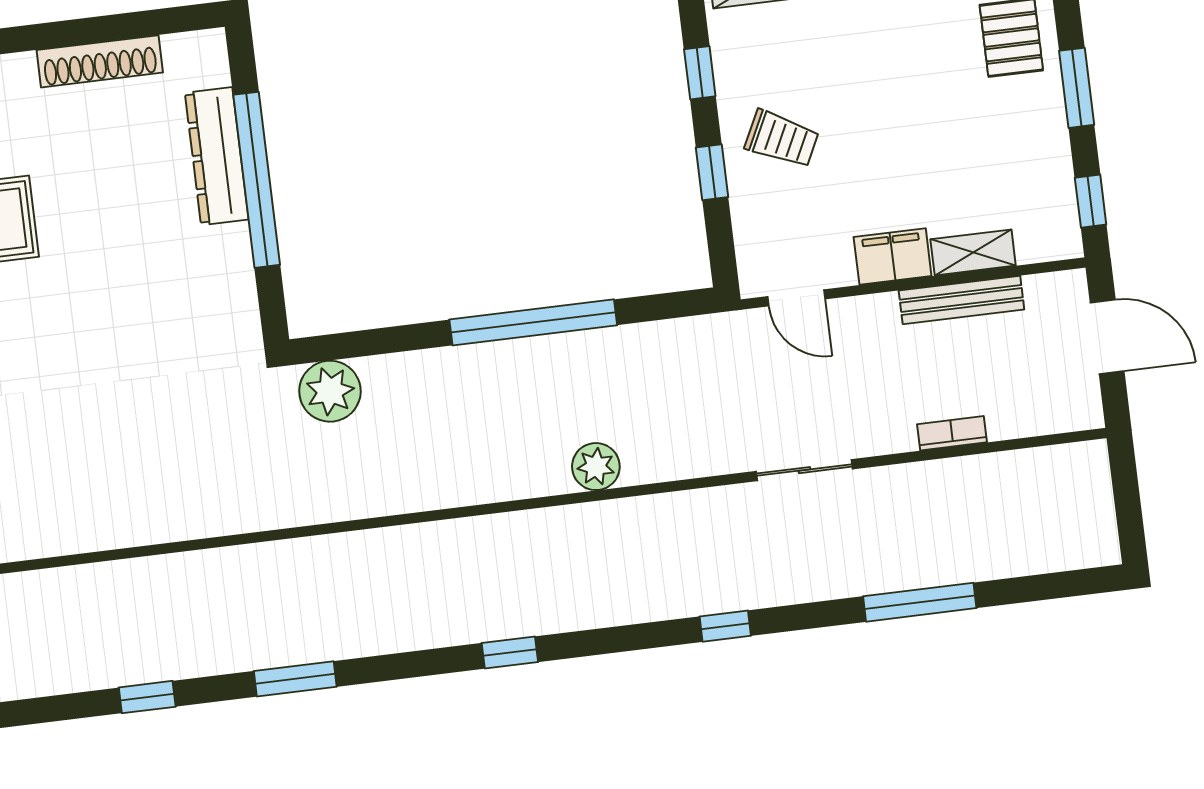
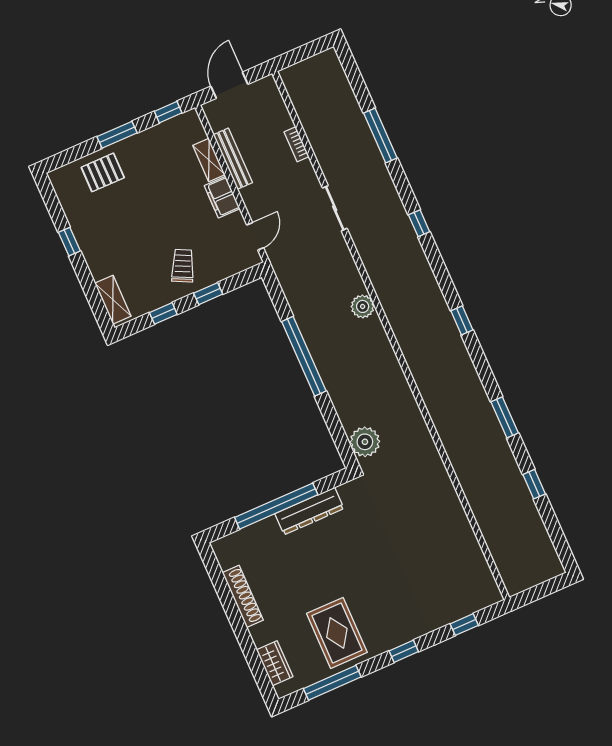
dresser: (217, 156) -> (309, 511), moved

